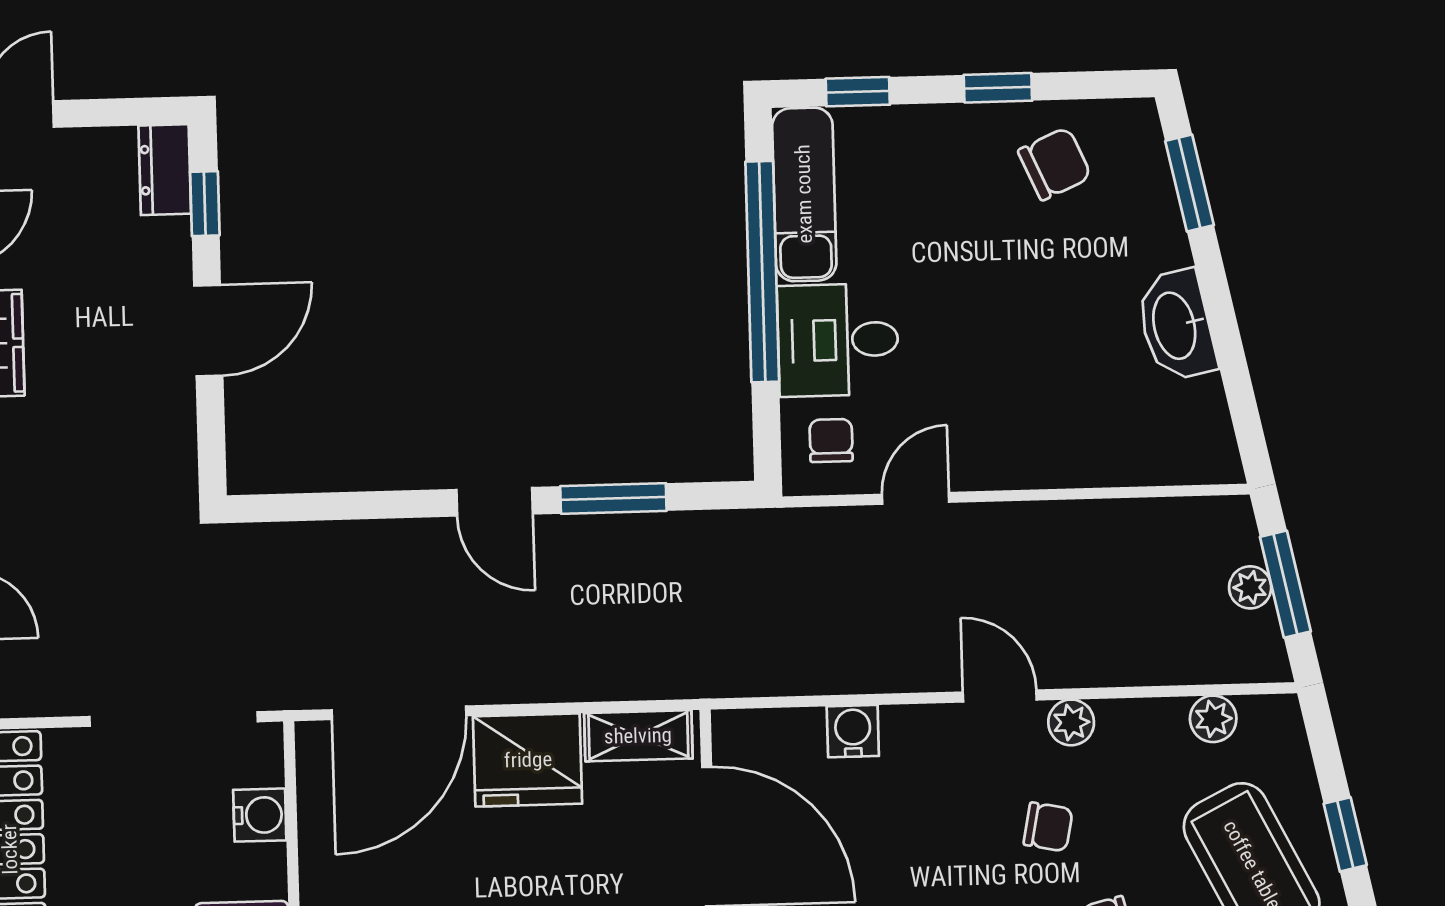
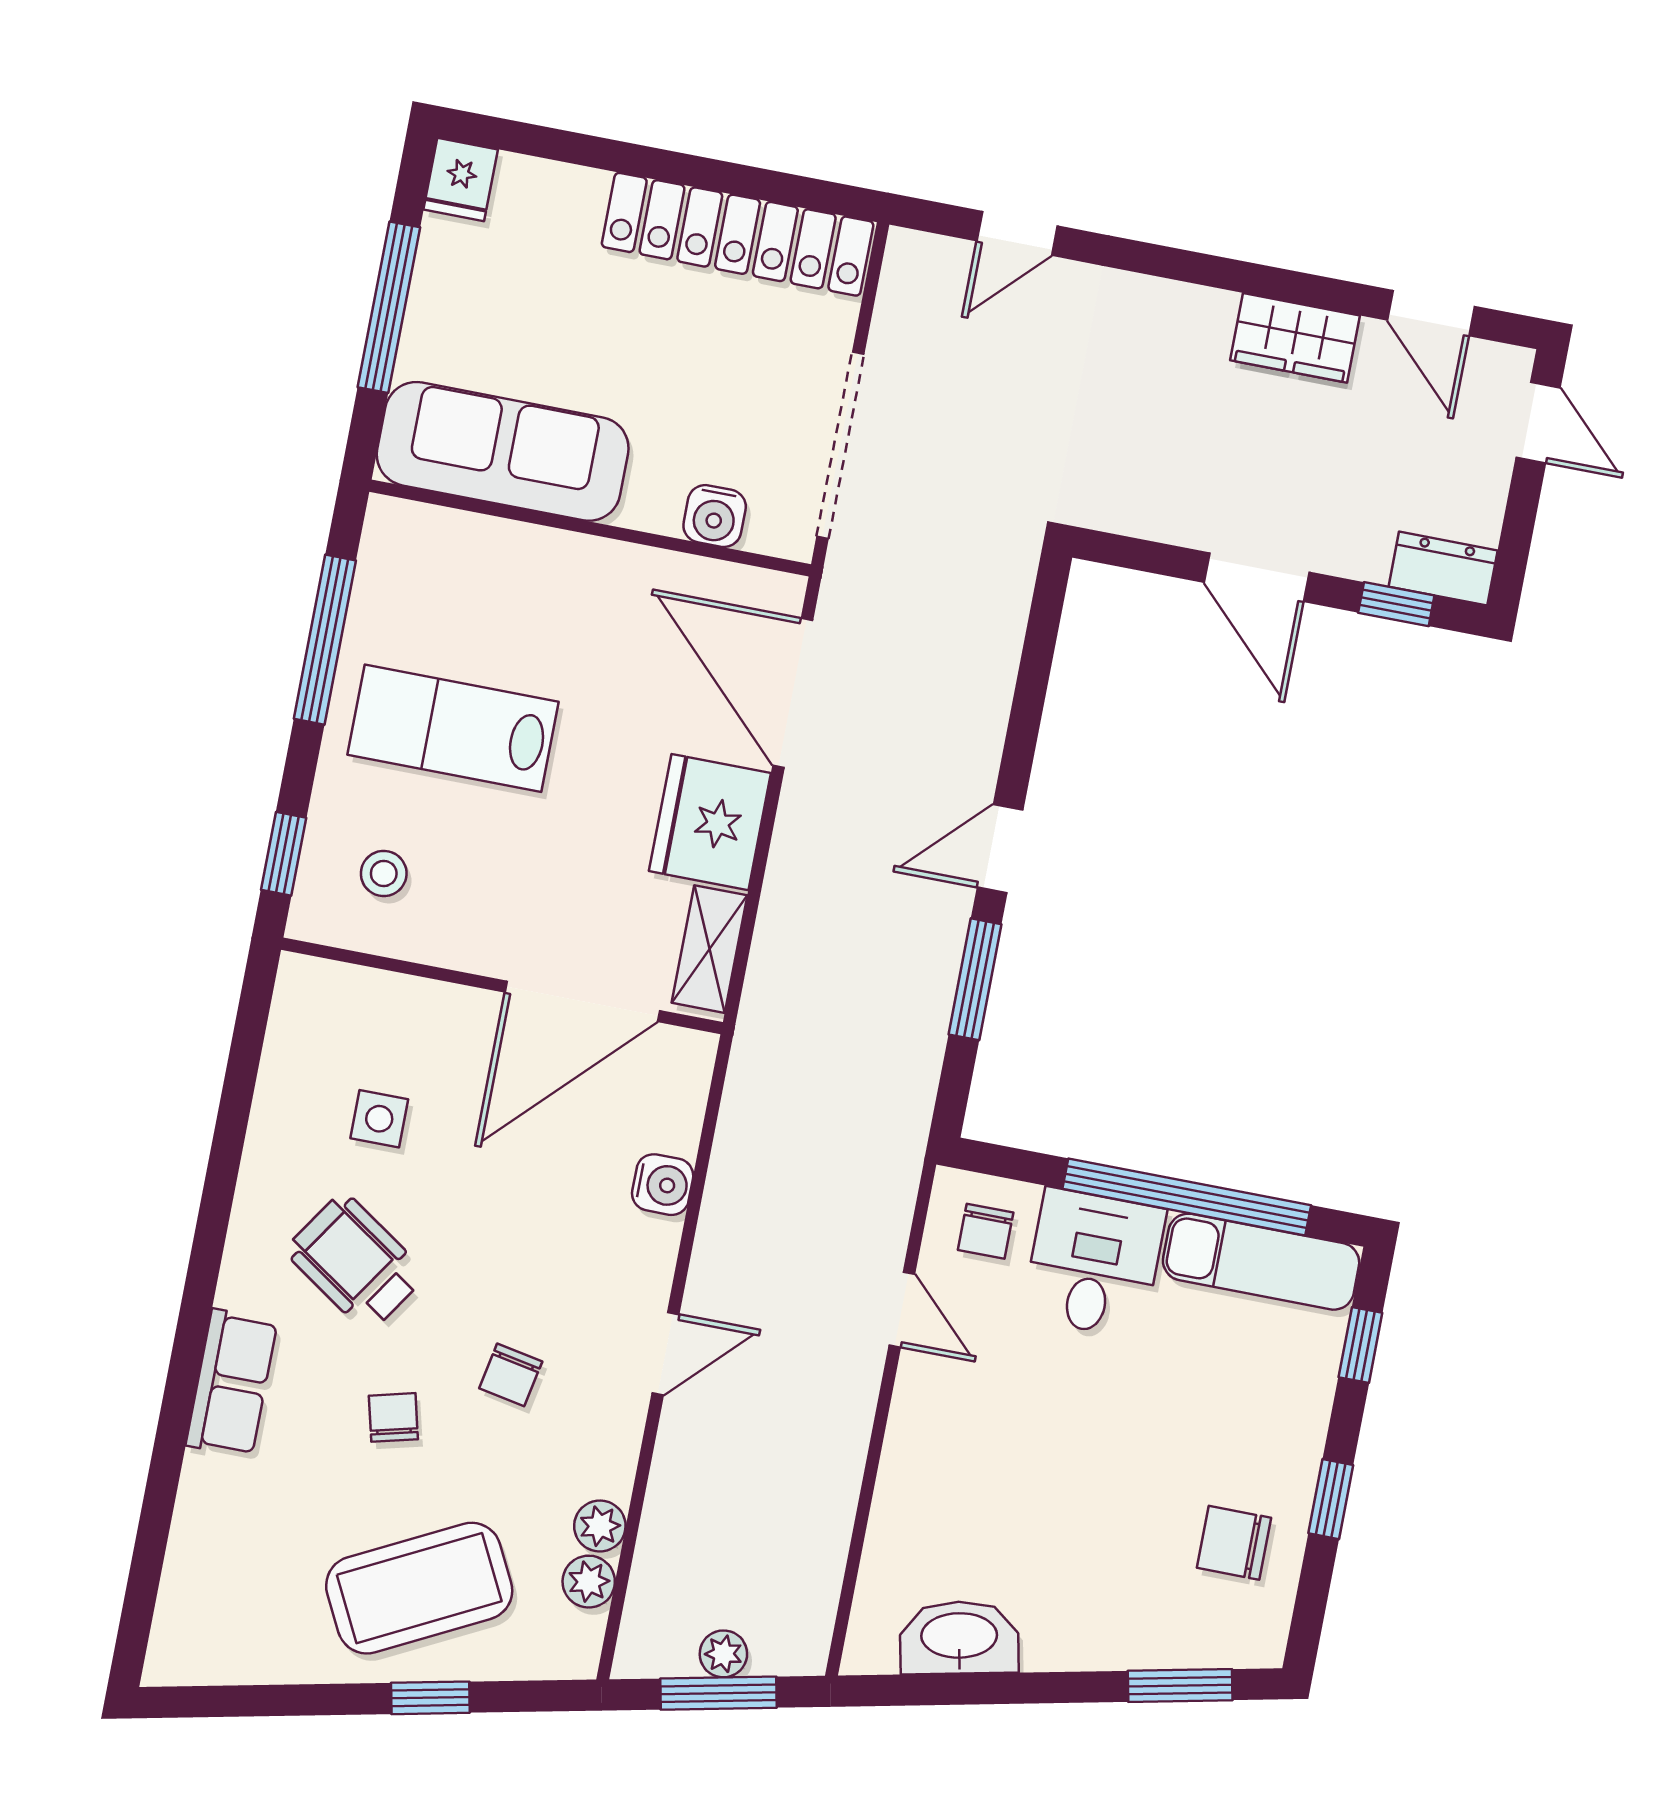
chair: (1055, 164) -> (1234, 1543), turned 114
washbasin: (1176, 325) -> (959, 1638), moved
chair: (831, 440) -> (986, 1231), turned 90
plant: (1071, 722) -> (600, 1526), moved

